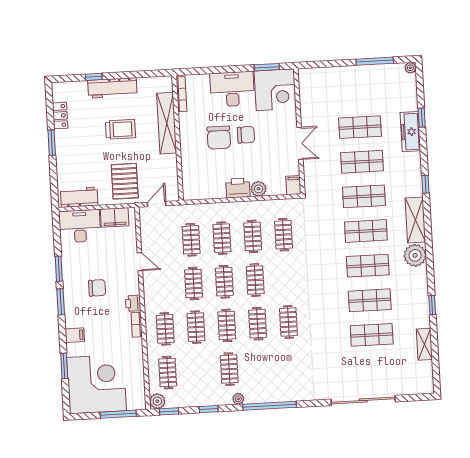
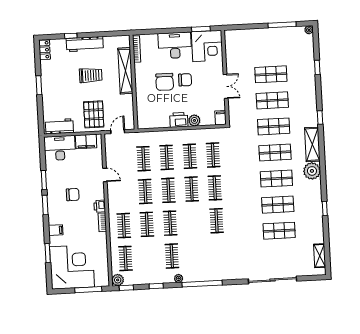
locker: (60, 116) -> (45, 50), moved
freezer: (410, 132) -> (309, 78), removed
clothes rail: (258, 324) -> (215, 188), moved
shelving: (424, 344) -> (320, 256), moved

